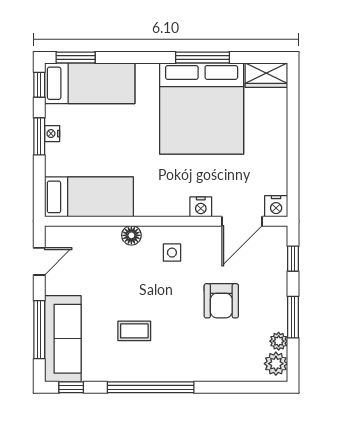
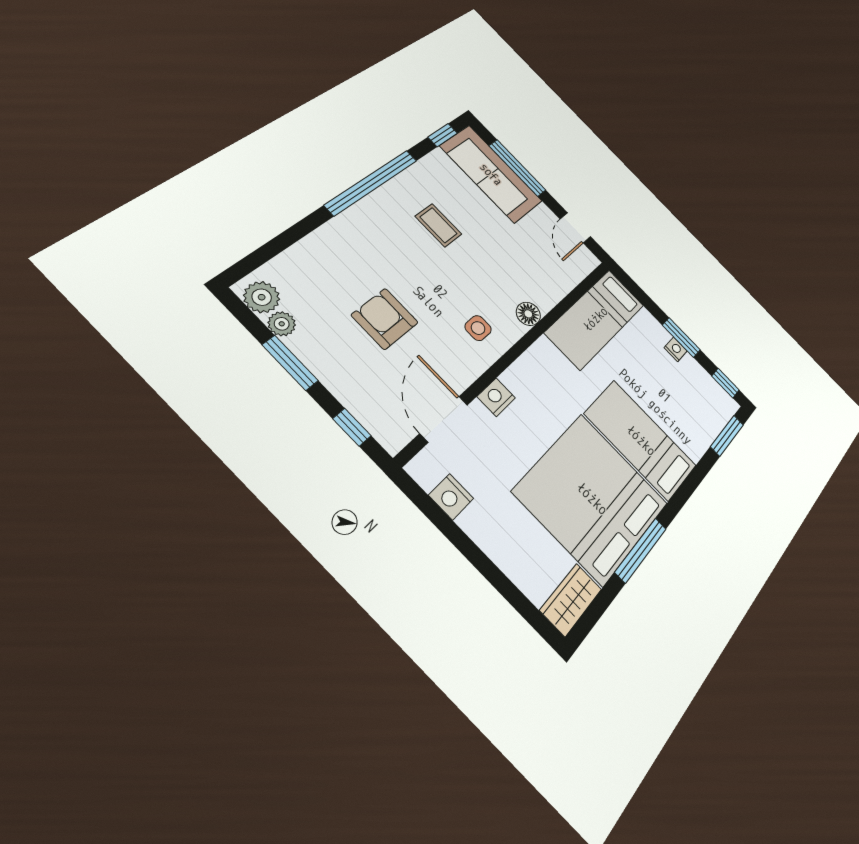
bed: (90, 83) -> (641, 440), moved, turned 90
nightstand: (276, 206) -> (451, 497), moved, turned -90
coffee table: (134, 331) -> (438, 225), turned 90

